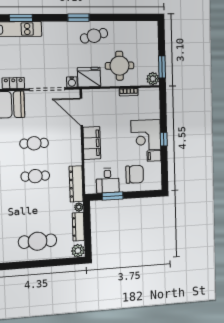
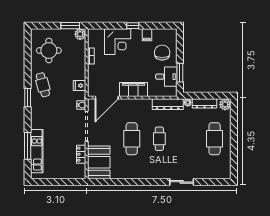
window: (21, 18) -> (28, 146), width x1.44
round table: (120, 66) -> (49, 51), moved
fridge: (89, 77) -> (80, 86), width x0.53, depth x0.75
corner desk: (146, 135) -> (118, 42), moved
cafe table: (34, 143) -> (132, 139), width x1.37, depth x1.35

